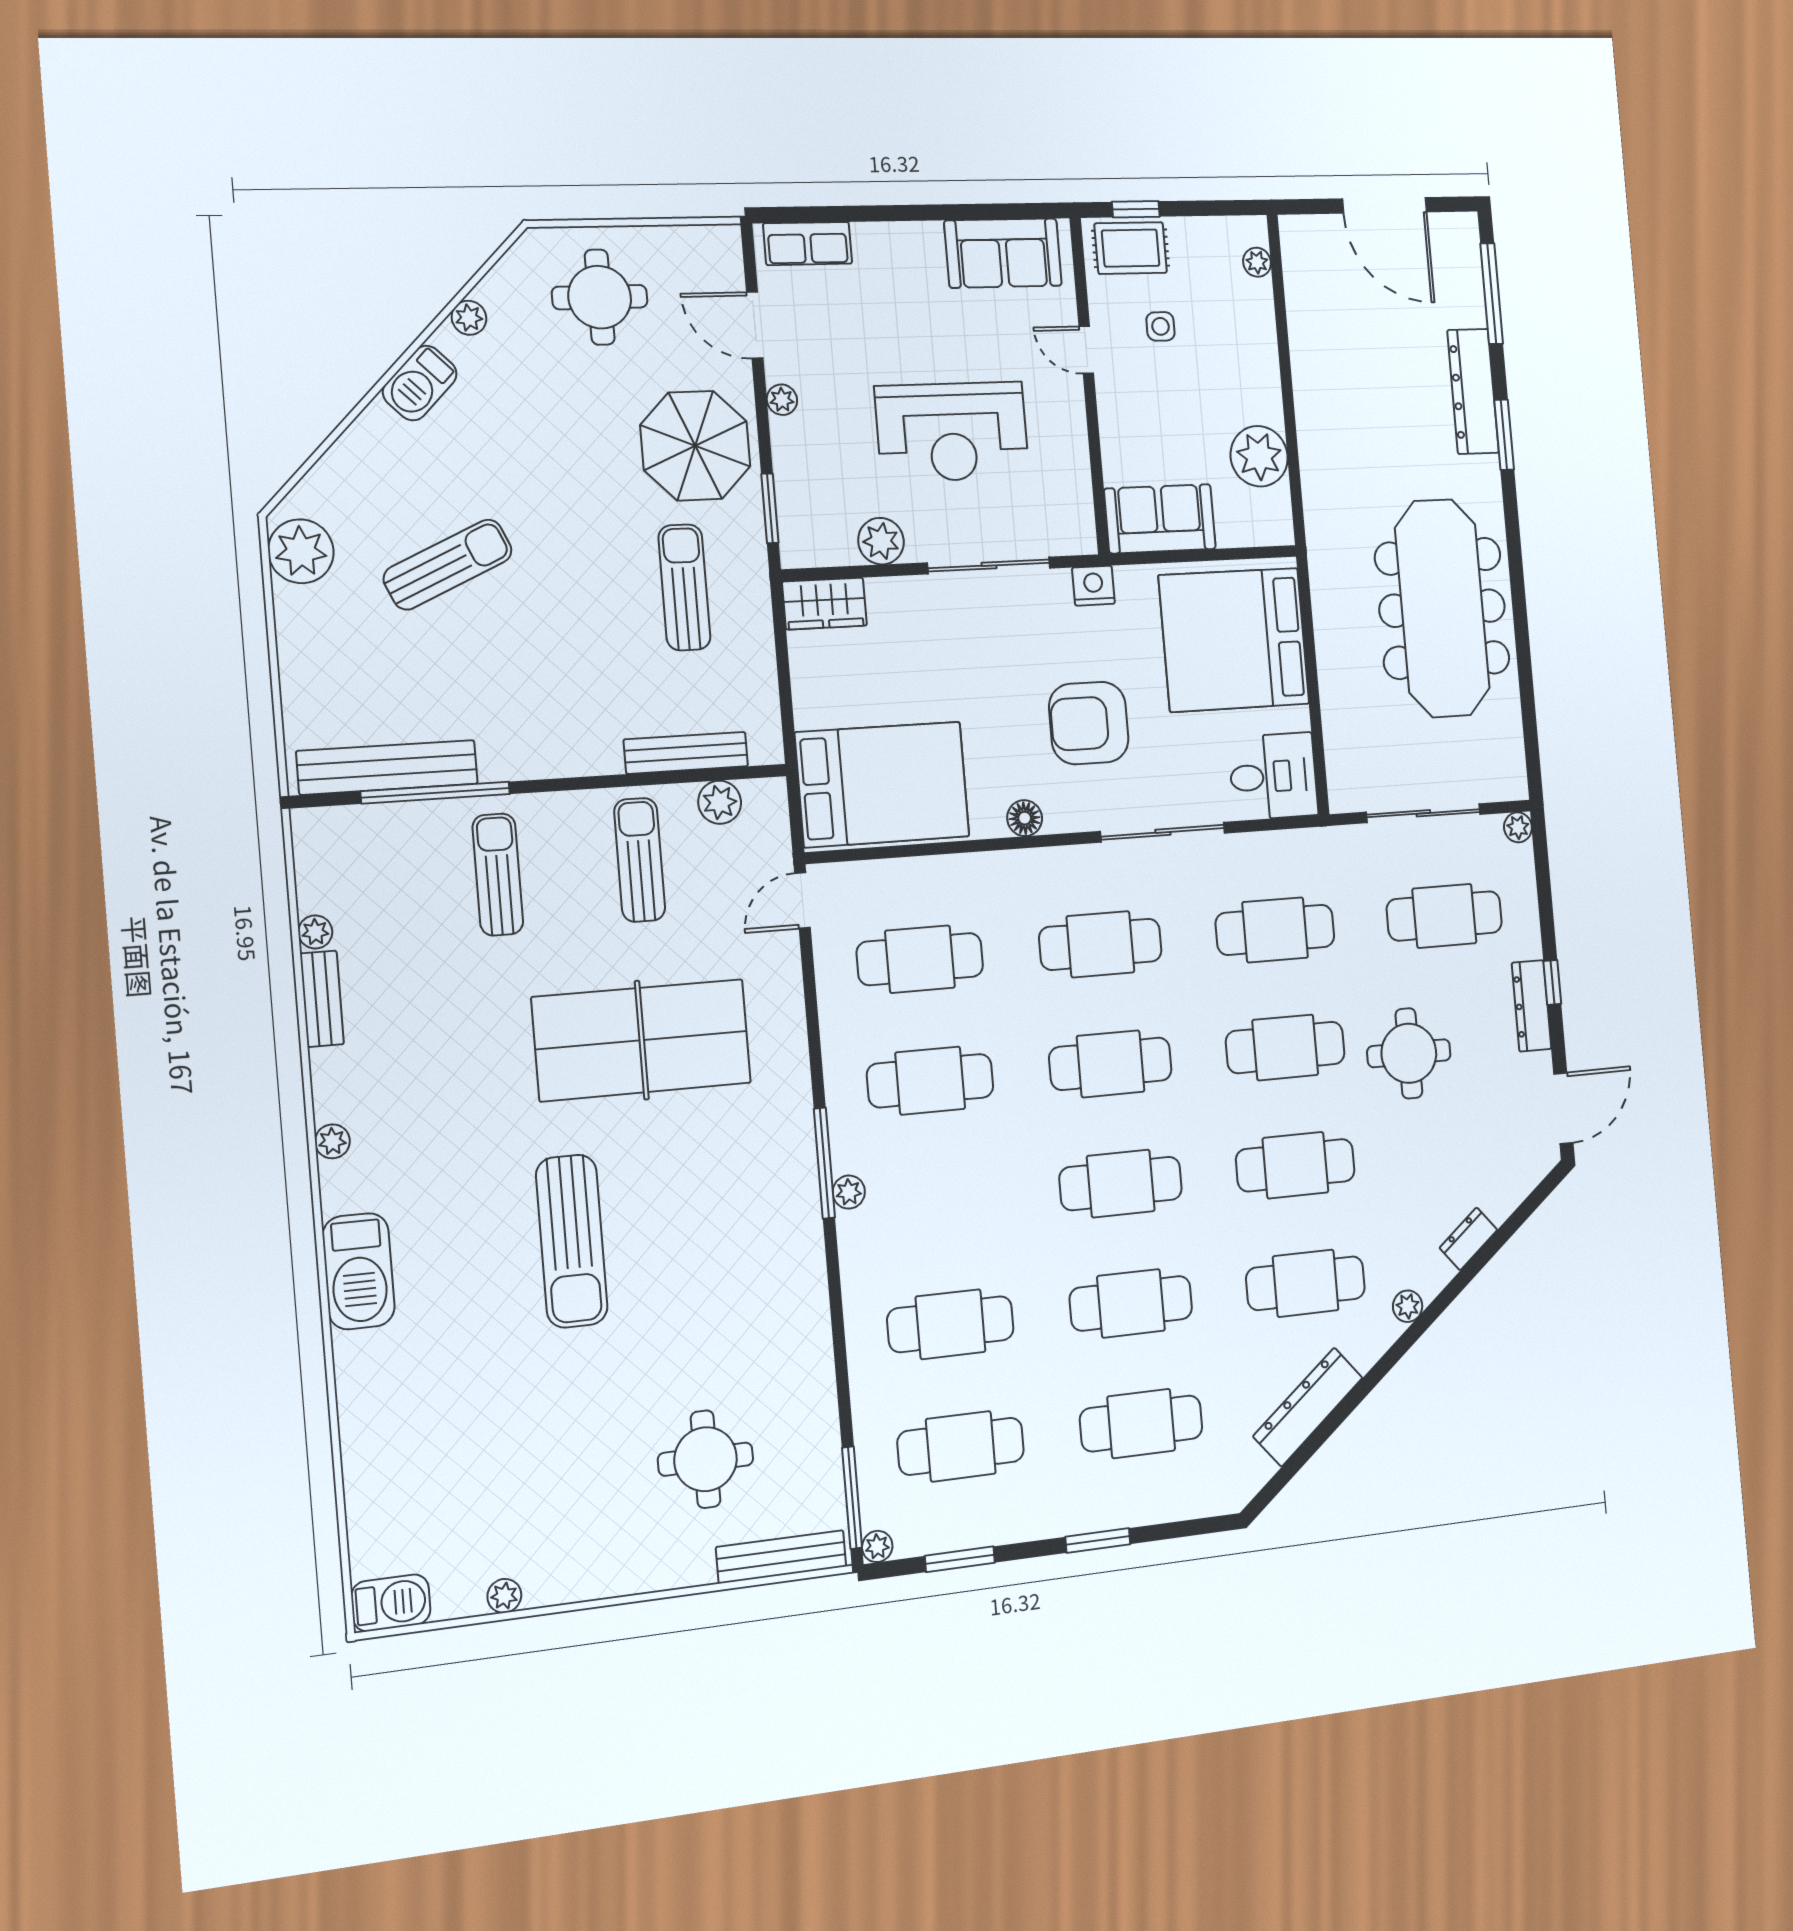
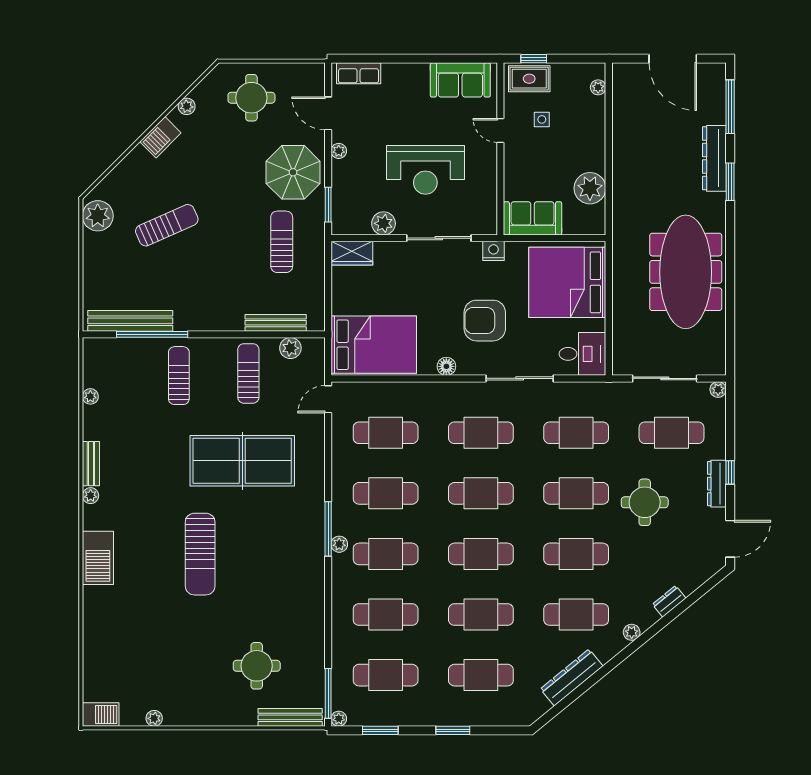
bench: (322, 999) -> (91, 464), moved
cafe table: (940, 1202) -> (386, 554), added

